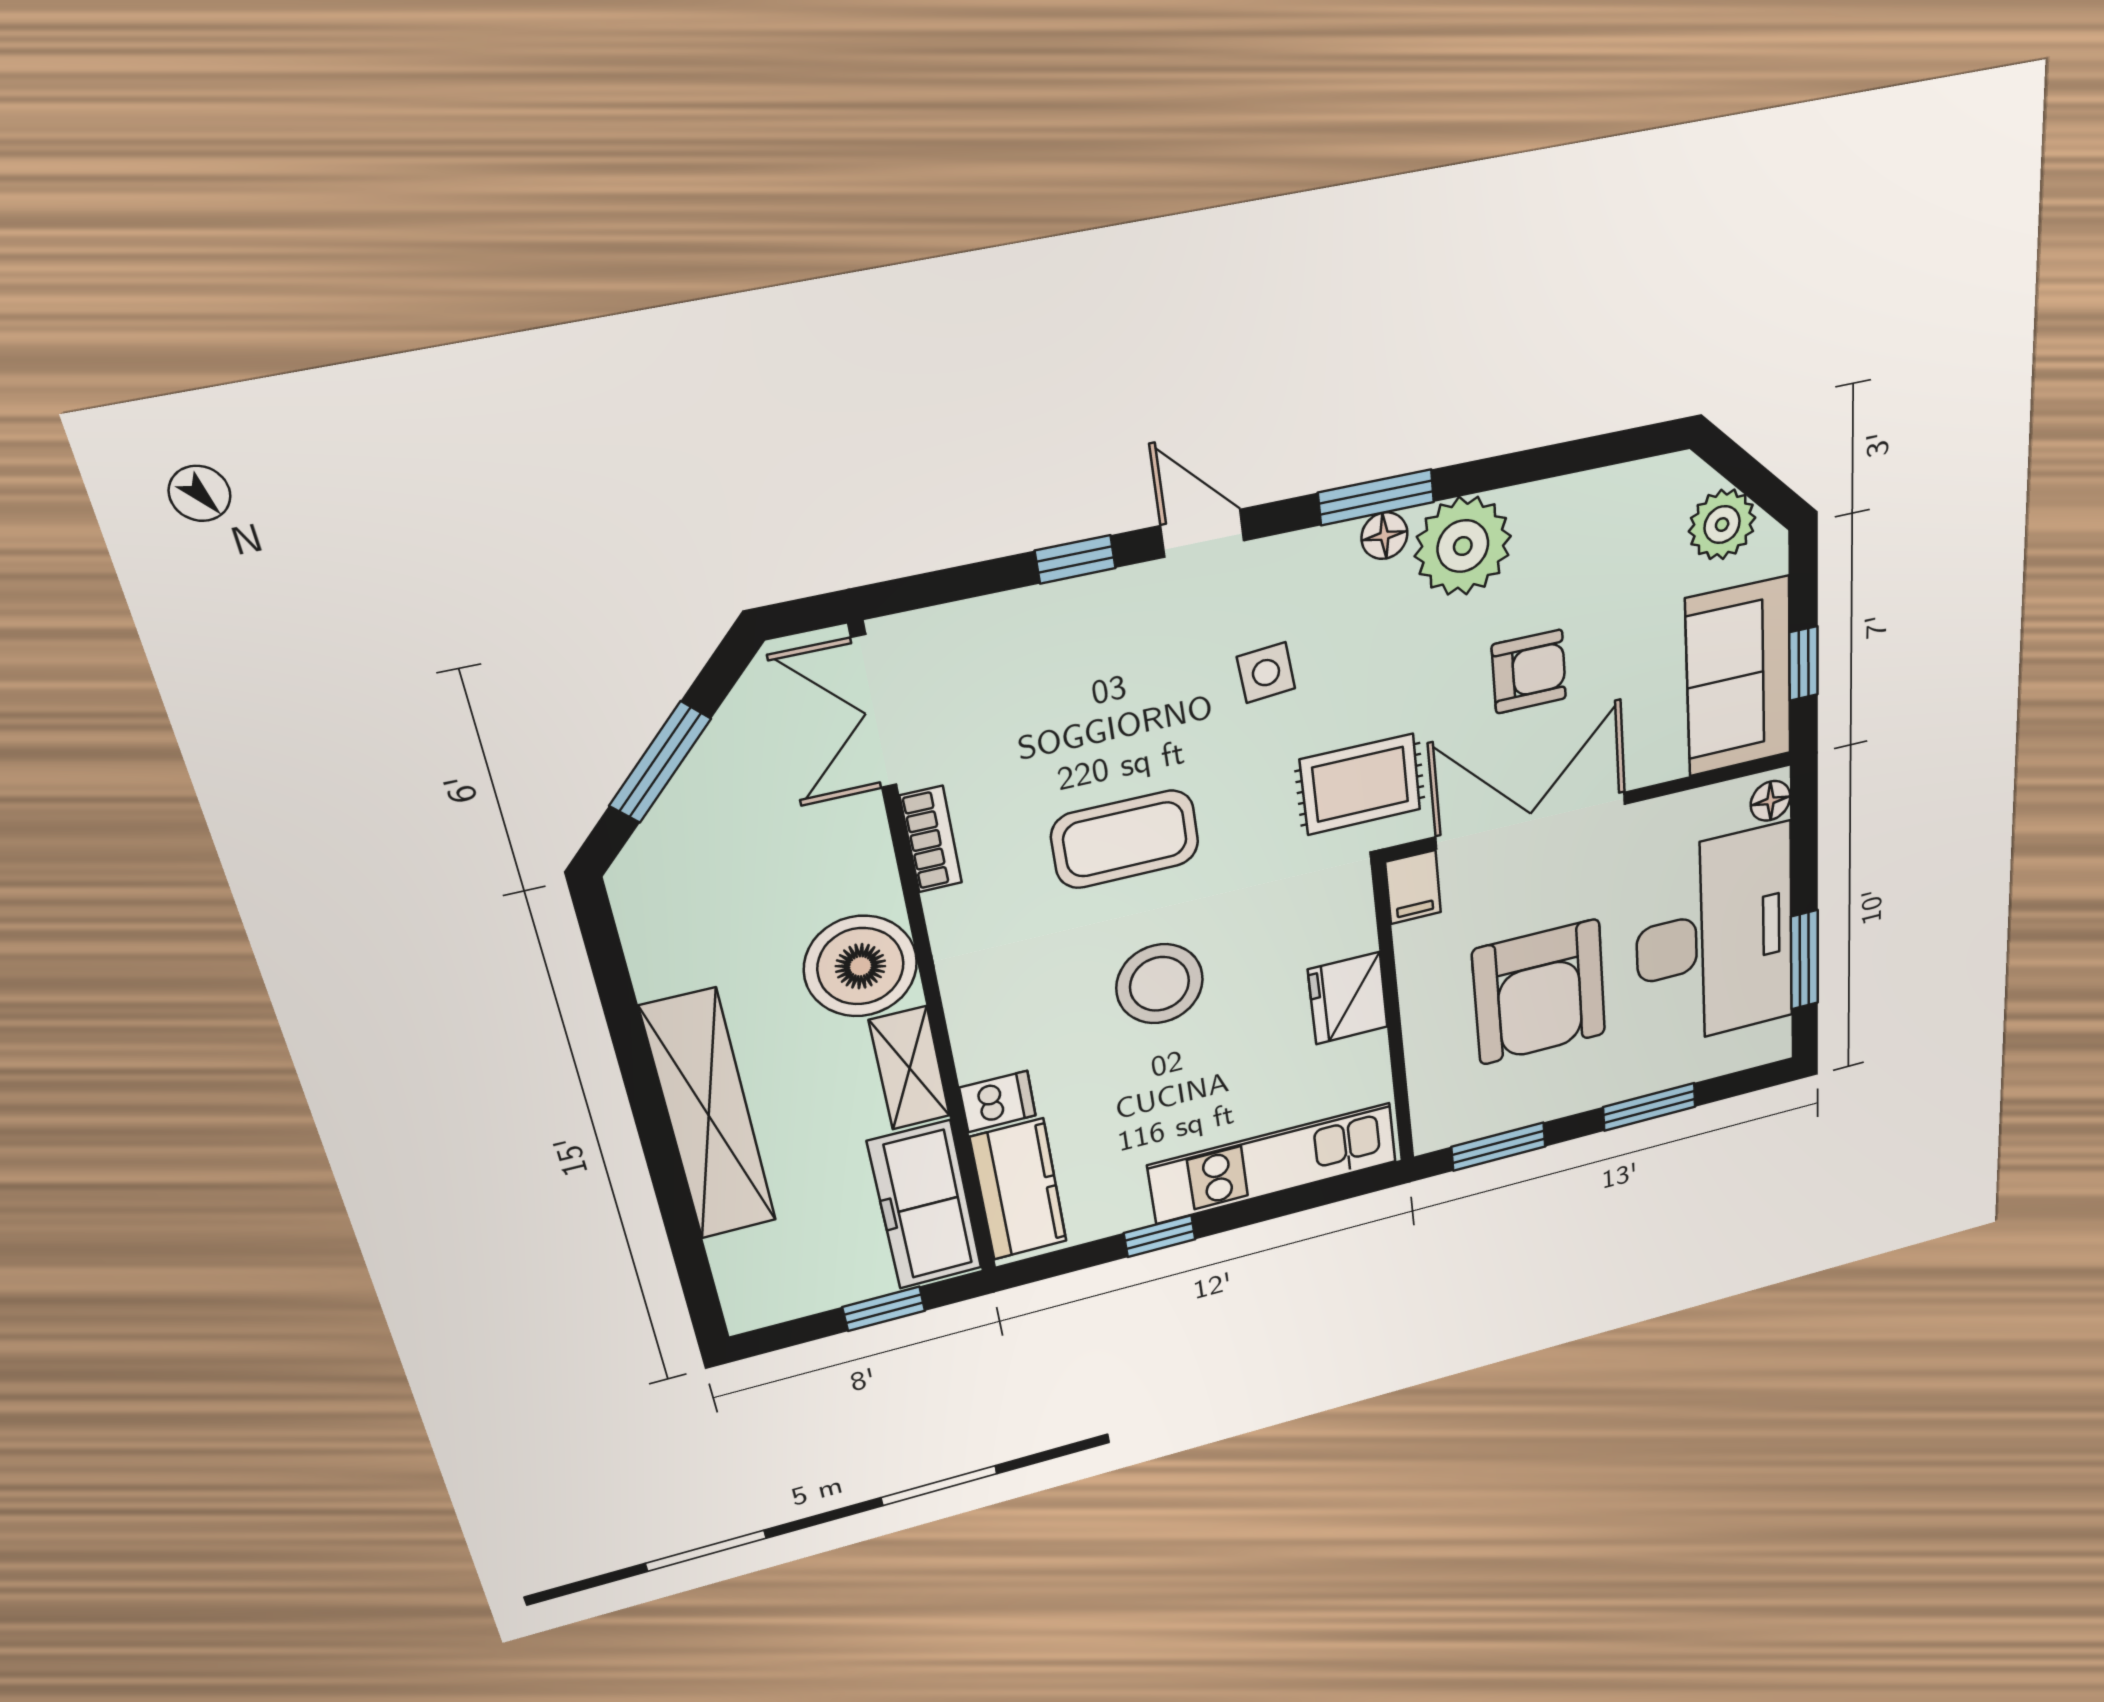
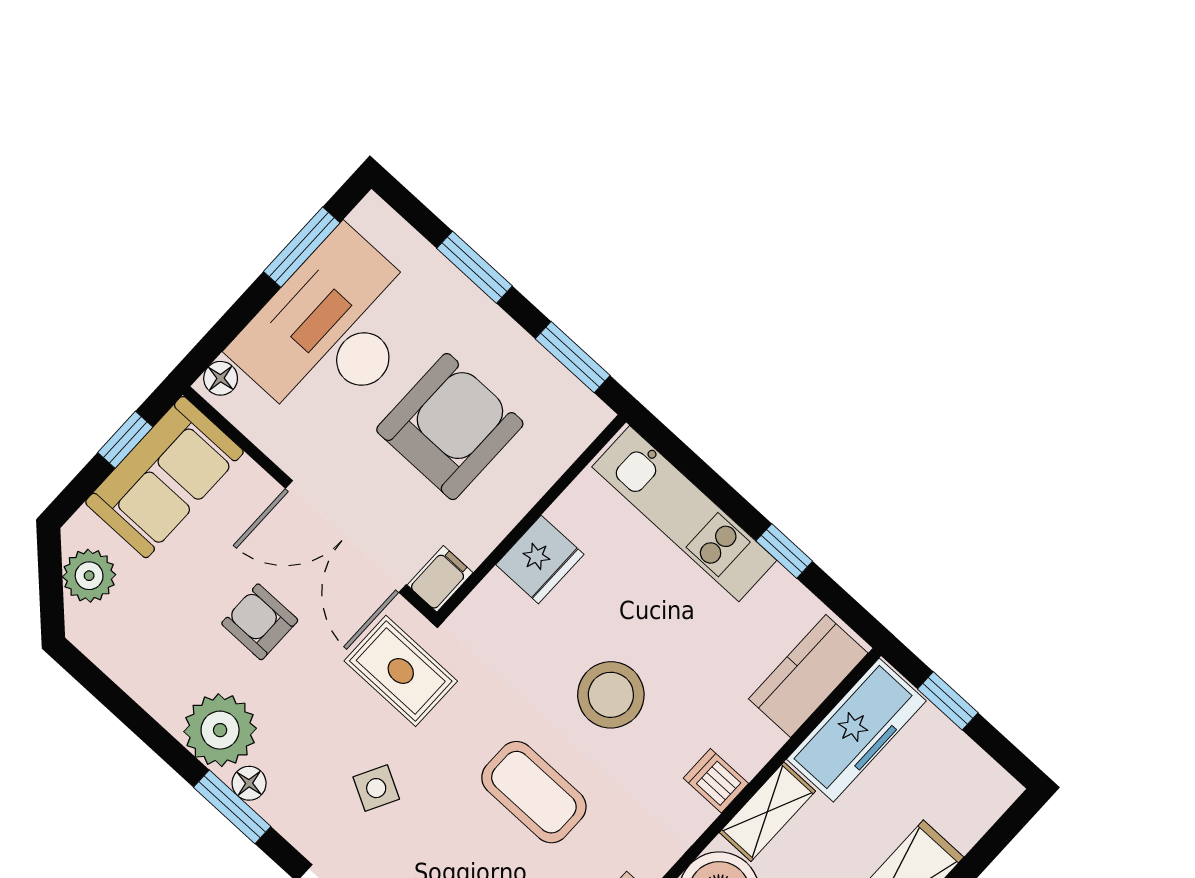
side table: (1266, 673) -> (376, 788), turned 33
dishwasher: (998, 1102) -> (716, 781), moved

